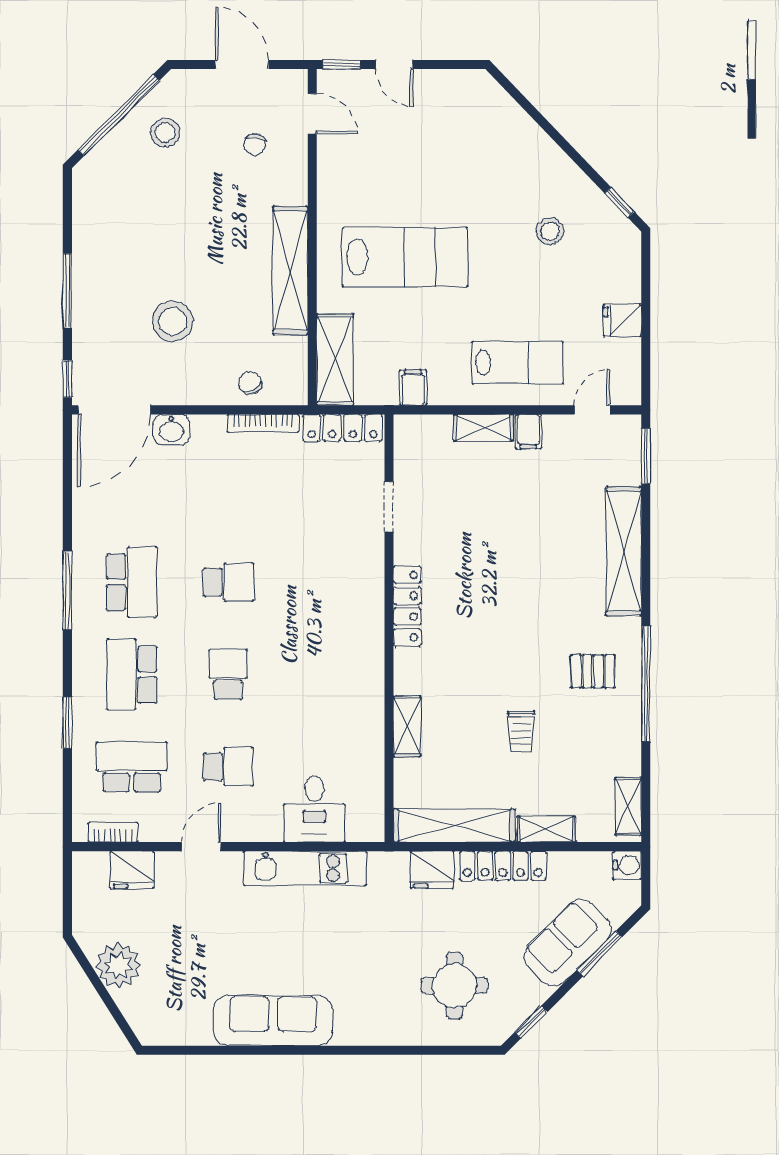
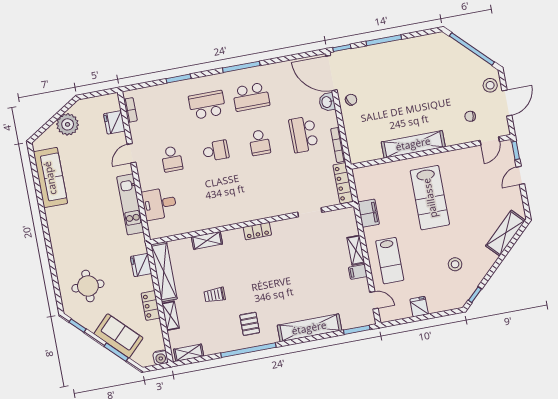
stool: (165, 133) -> (490, 85), moved
stool: (173, 321) -> (379, 93), removed
shelving: (335, 360) -> (506, 233), moved, turned -44
chair: (250, 383) -> (351, 100), moved
filing cabinet: (413, 388) -> (369, 213), width x2.00
locker: (407, 606) -> (257, 231), width x0.66
school desk: (132, 767) -> (304, 134), moved, turned 180
door: (201, 847) -> (131, 153), swing flipped
locker: (503, 866) -> (151, 306), width x0.66
sofa: (273, 1021) -> (50, 178), moved

